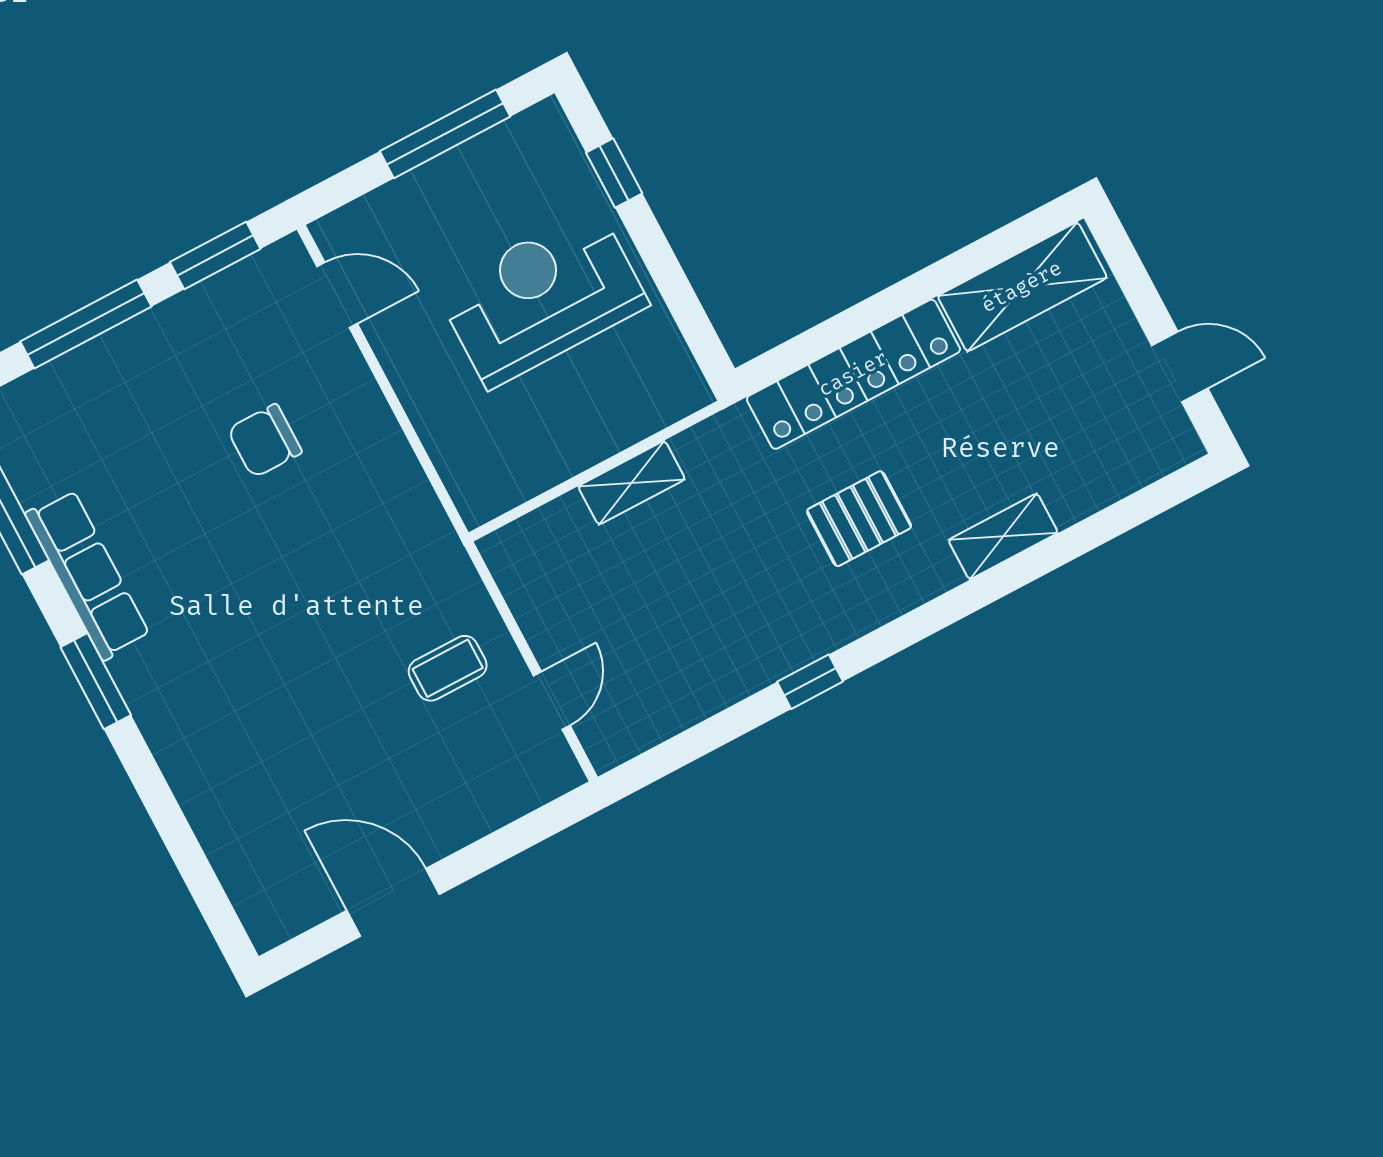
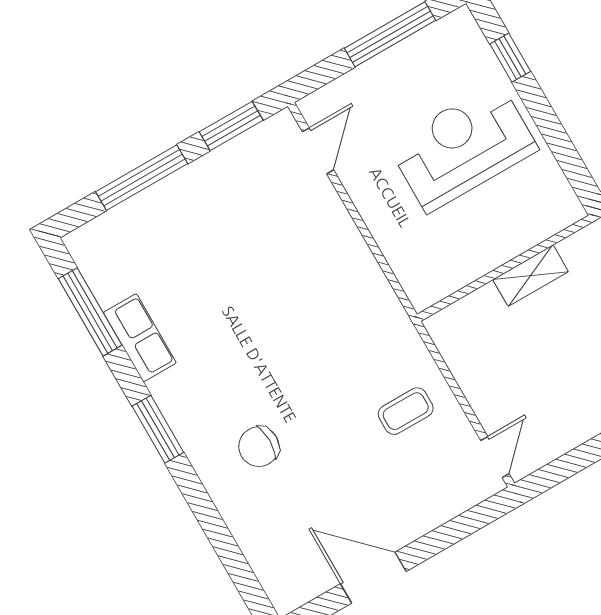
door: (337, 295) -> (318, 151), hinge flipped
chair: (265, 441) -> (259, 447), moved
row of seats: (88, 575) -> (140, 338), width x0.68
door: (552, 700) -> (495, 457), moved

